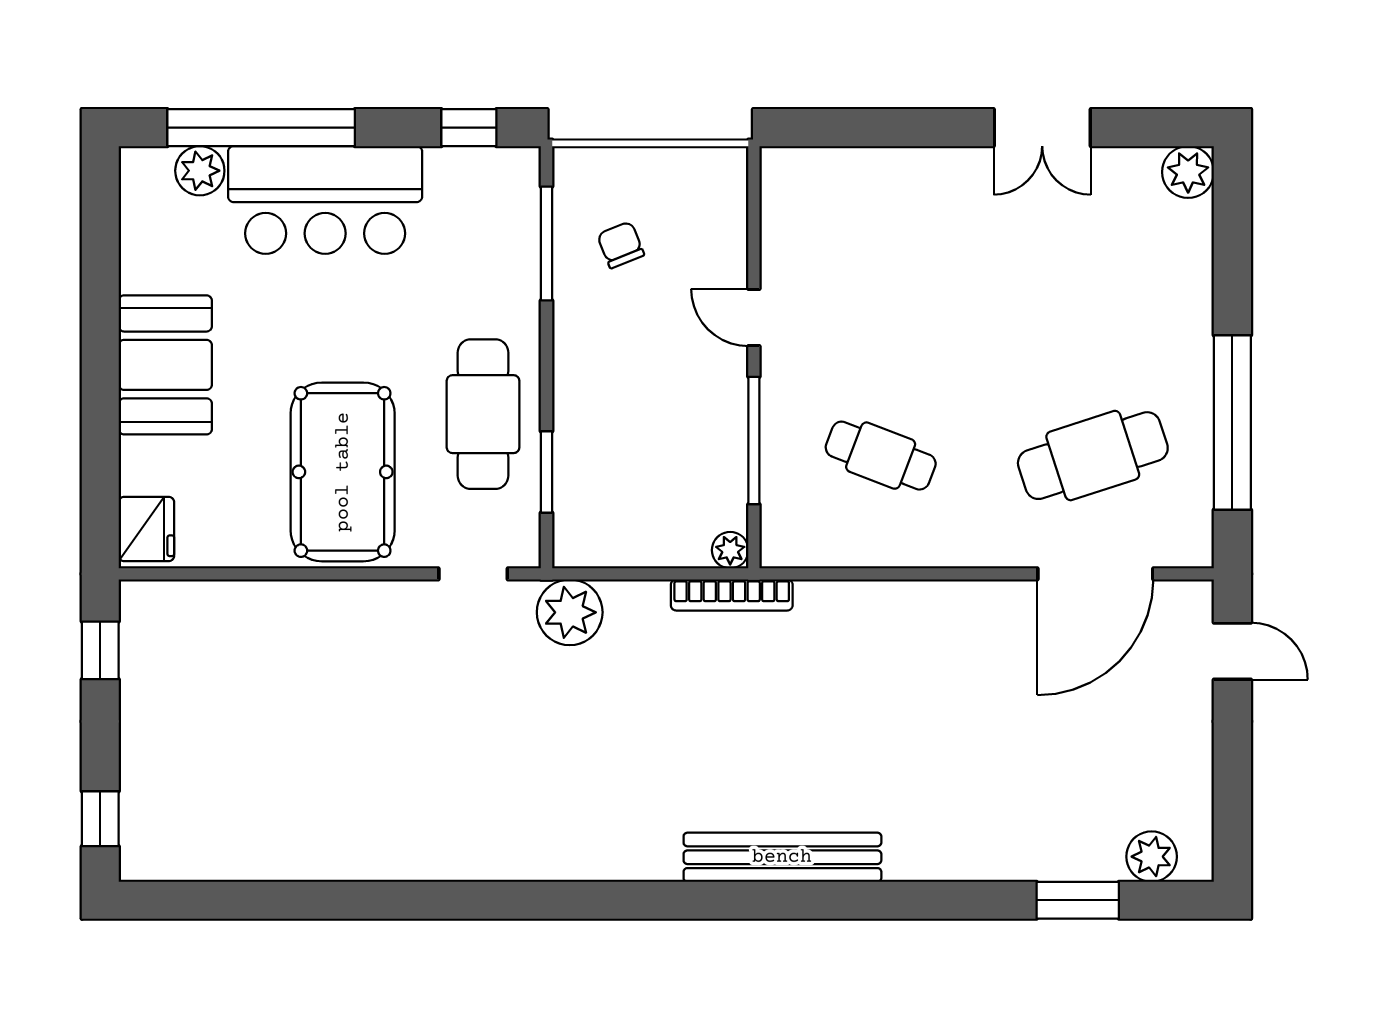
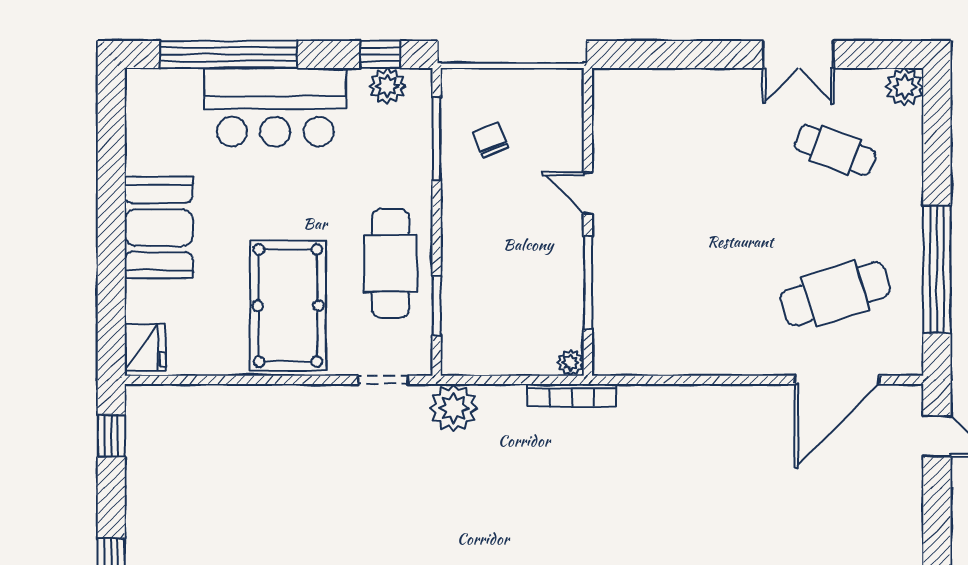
plant: (200, 171) -> (387, 86), moved
cafe table: (881, 456) -> (835, 150), moved

